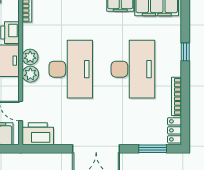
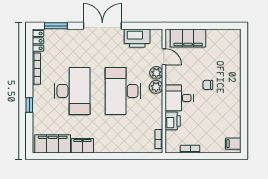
plant: (30, 57) -> (156, 73), moved
desk: (133, 69) -> (72, 91), turned 180
printer: (38, 134) -> (137, 38), moved

